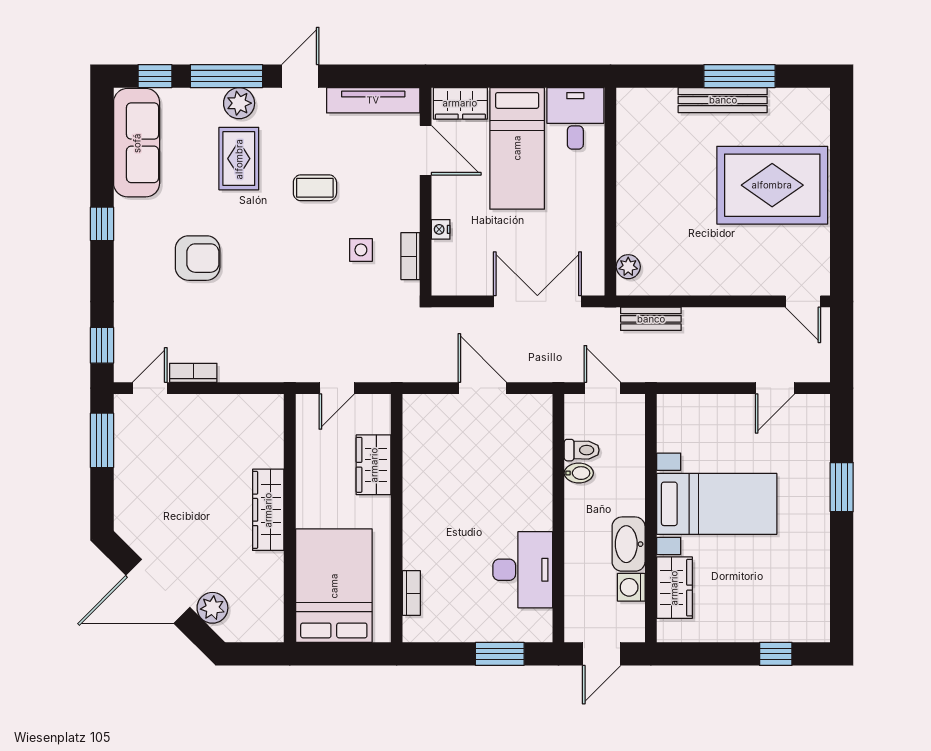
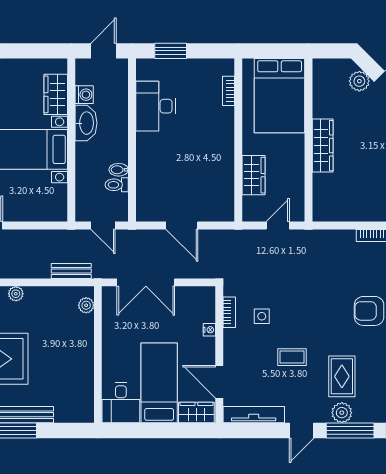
plant: (735, 284) -> (16, 294), added

